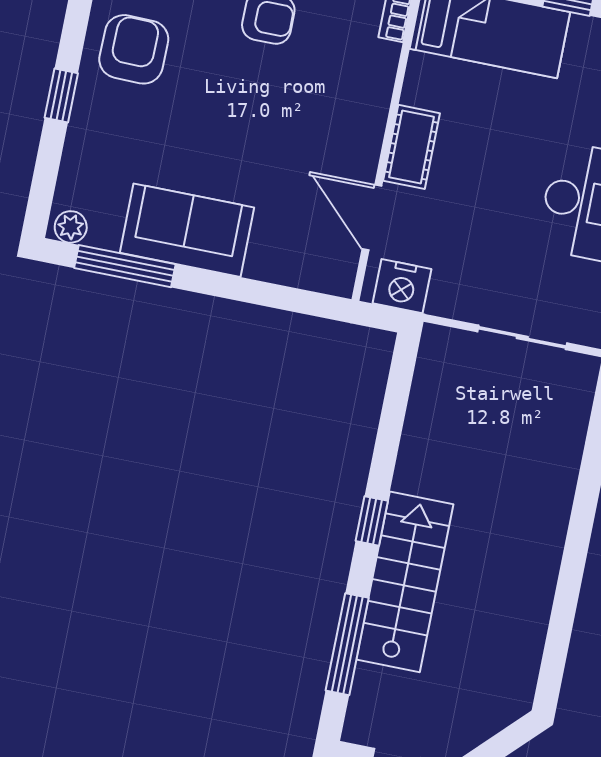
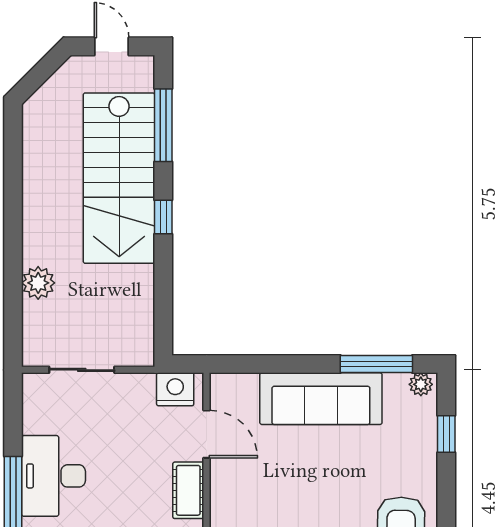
window: (61, 95) -> (446, 434), moved
sofa: (187, 230) -> (321, 399), width x1.36
plant: (557, 466) -> (38, 283), added
stairs: (405, 582) -> (119, 178), width x1.36, depth x1.51

